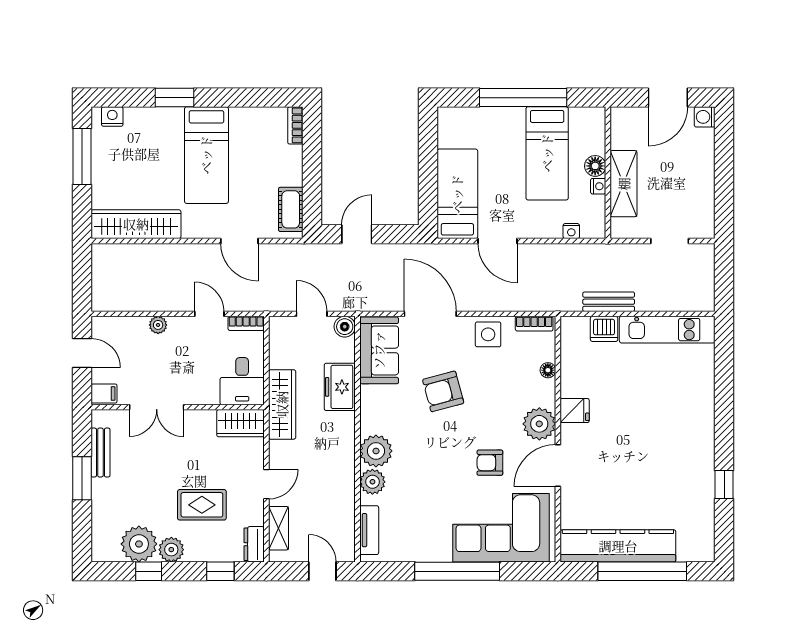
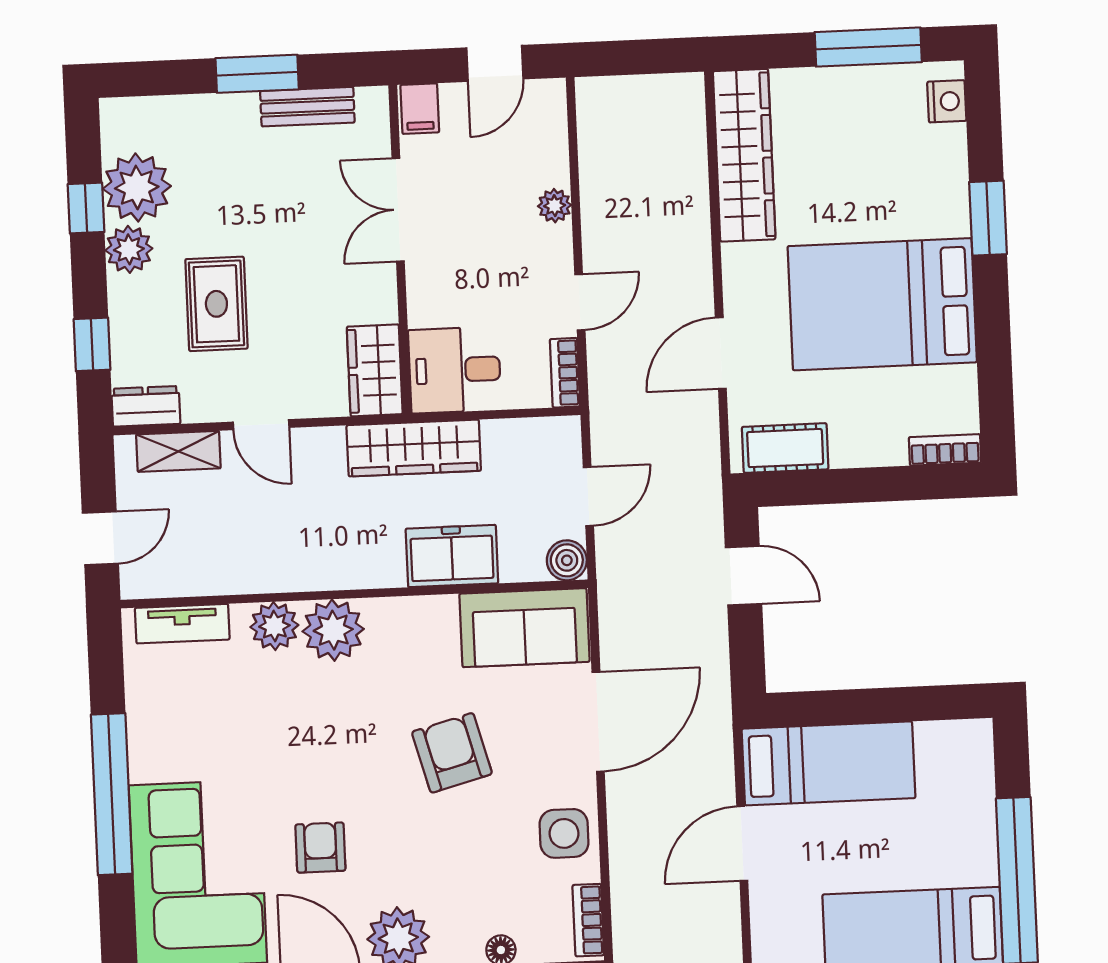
bed: (206, 155) -> (882, 304), width x1.50

